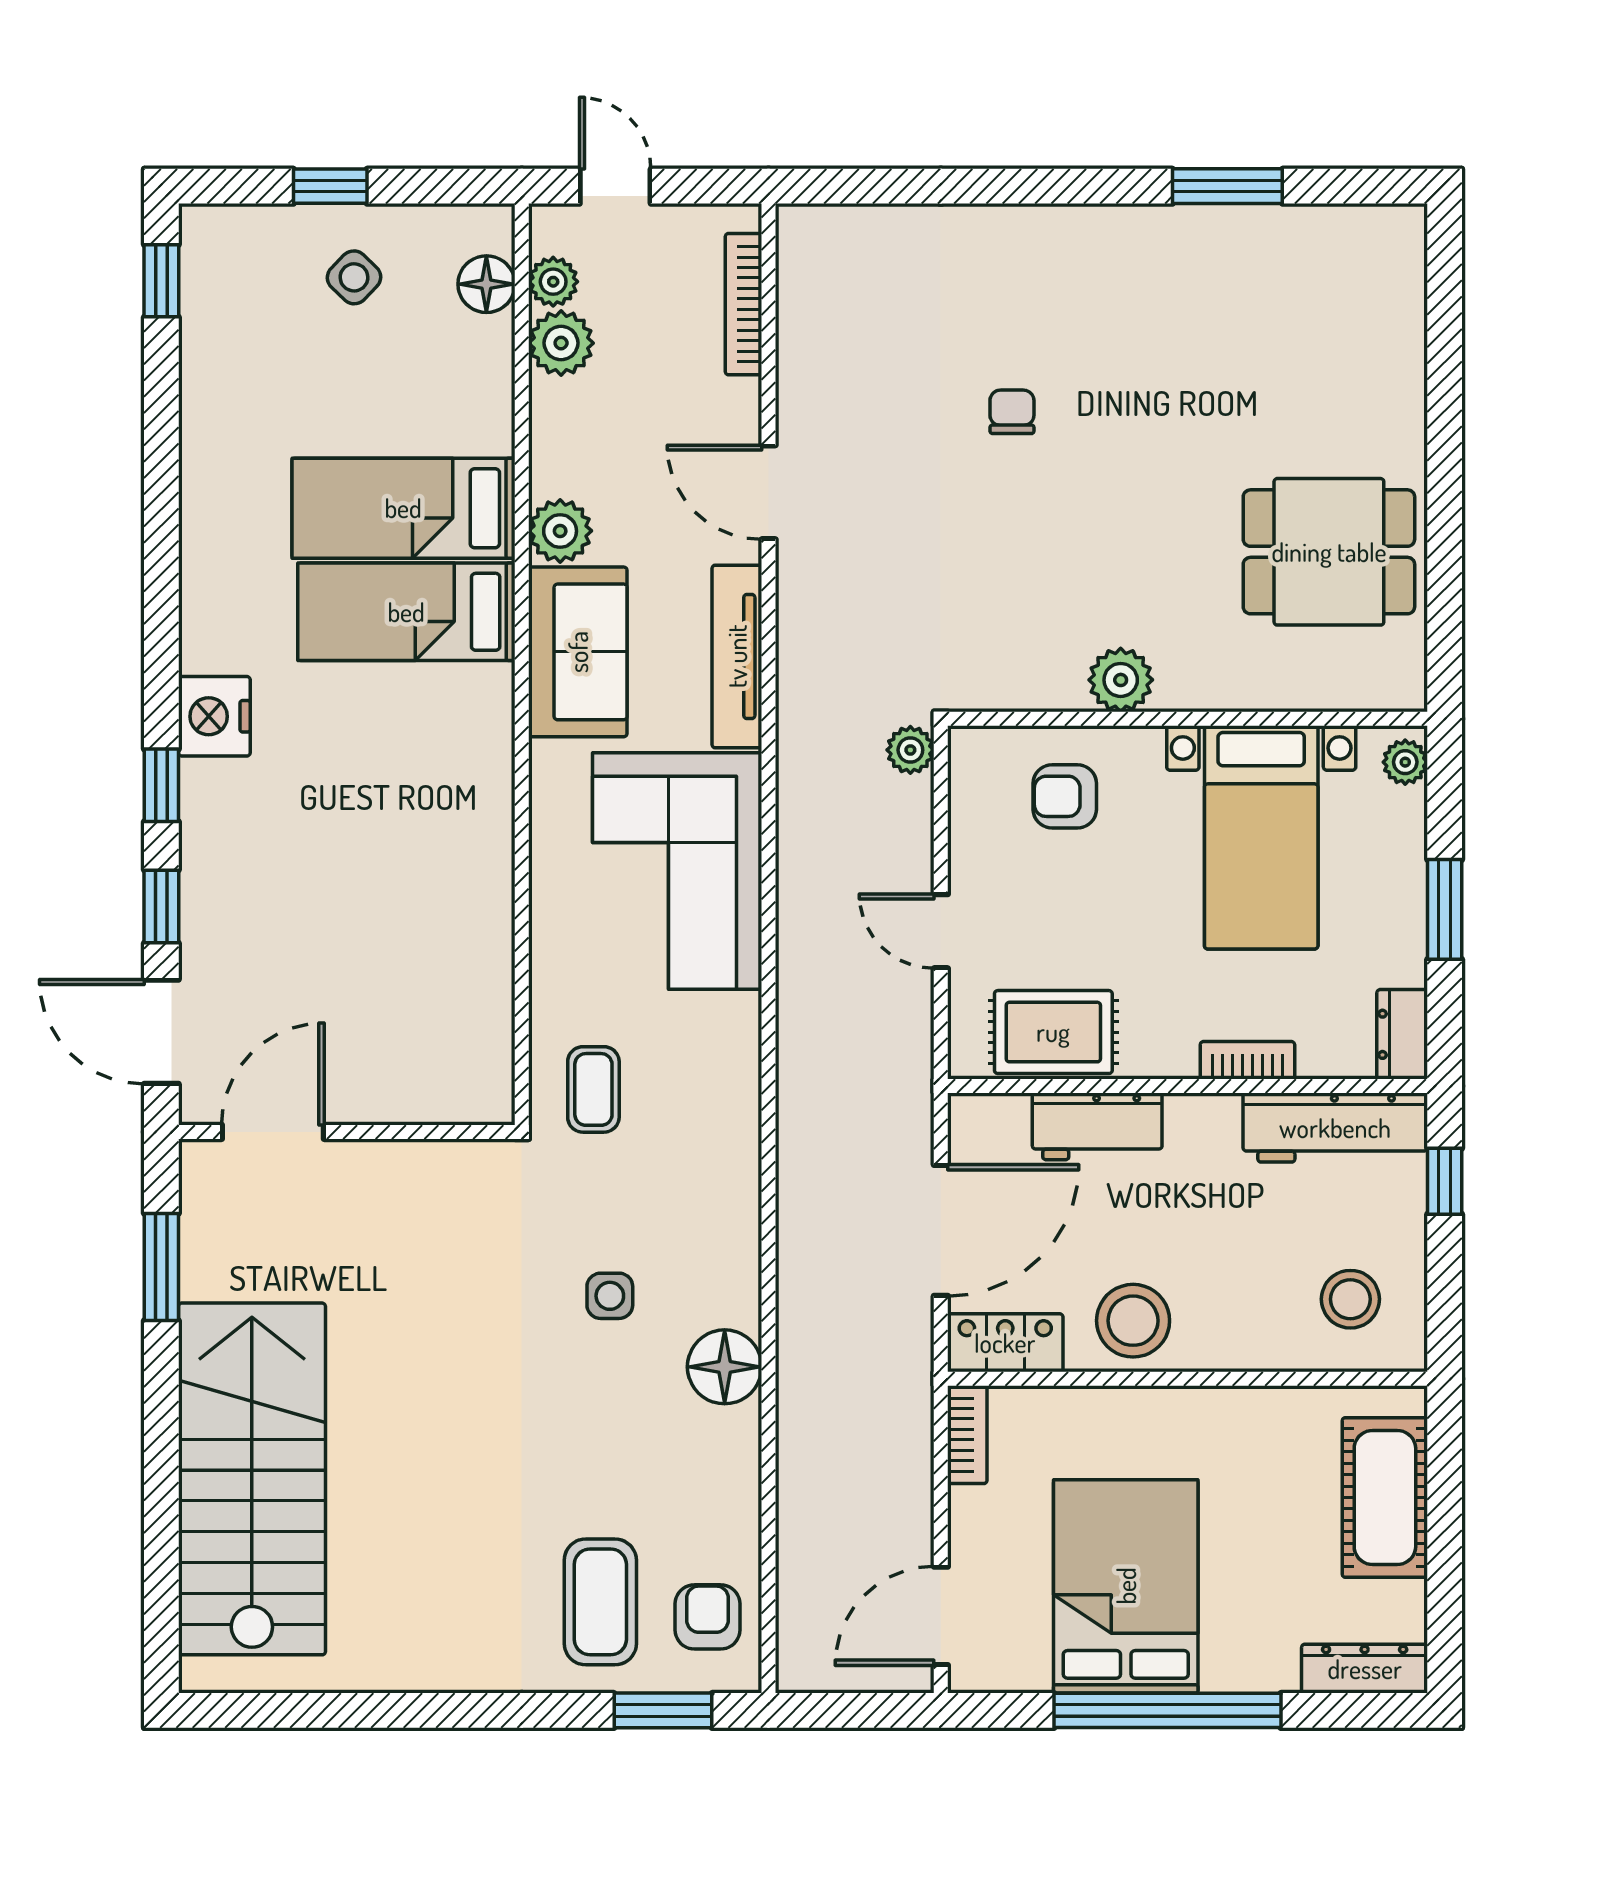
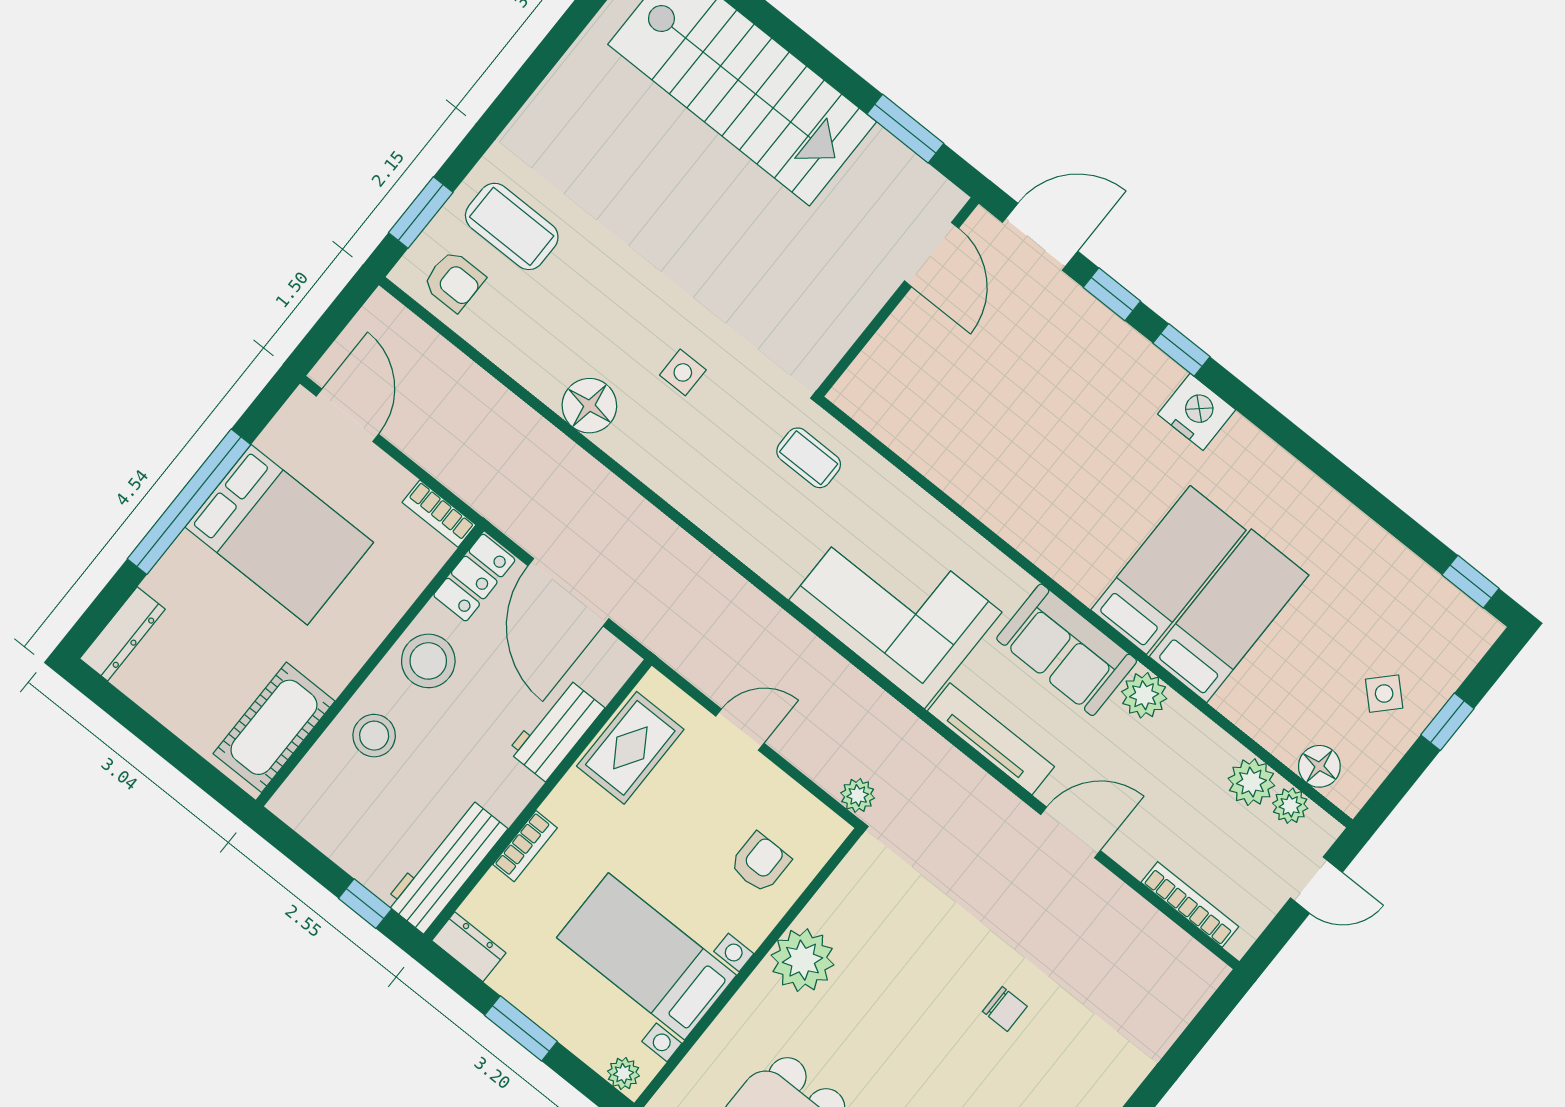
plant: (1121, 680) -> (803, 960), width x1.36, depth x1.36
stool: (1350, 1299) -> (374, 736), moved
cot: (1385, 1497) -> (274, 727), moved, turned 90

